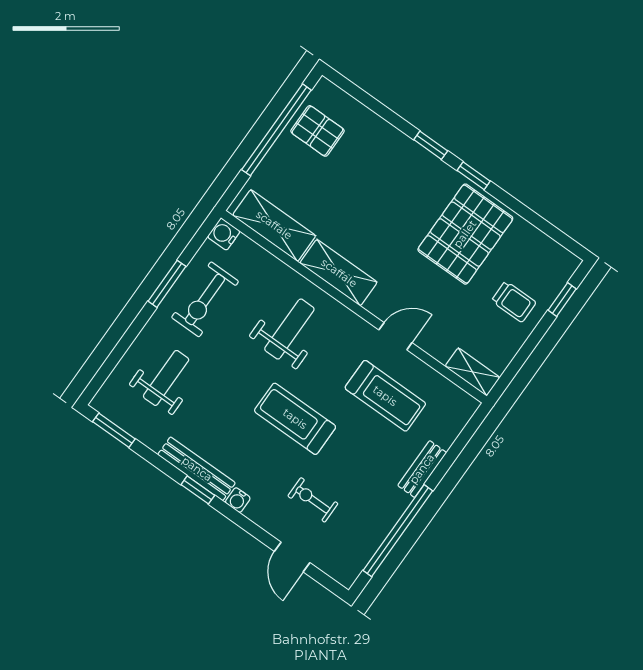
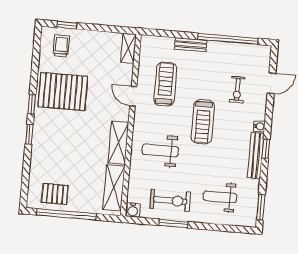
pallet: (317, 131) -> (55, 194), turned 90
trolley: (514, 302) -> (61, 46), moved

